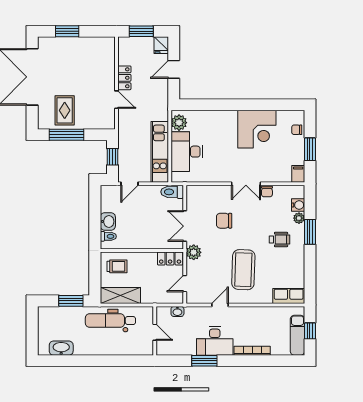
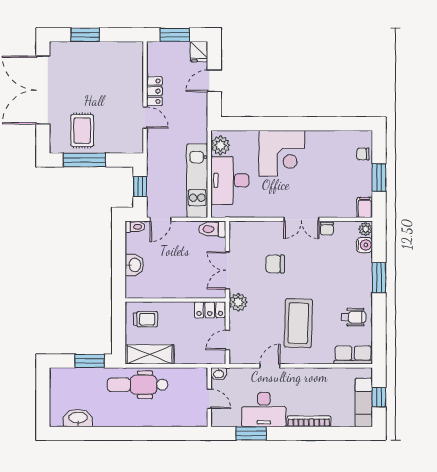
corner desk: (257, 129) -> (282, 153), moved
plant: (299, 218) -> (366, 229), moved
toilet: (108, 236) -> (135, 227), moved
wheelchair: (279, 239) -> (353, 317), moved
wall: (155, 331) -> (209, 397), moved
door: (155, 332) -> (209, 399), moved

